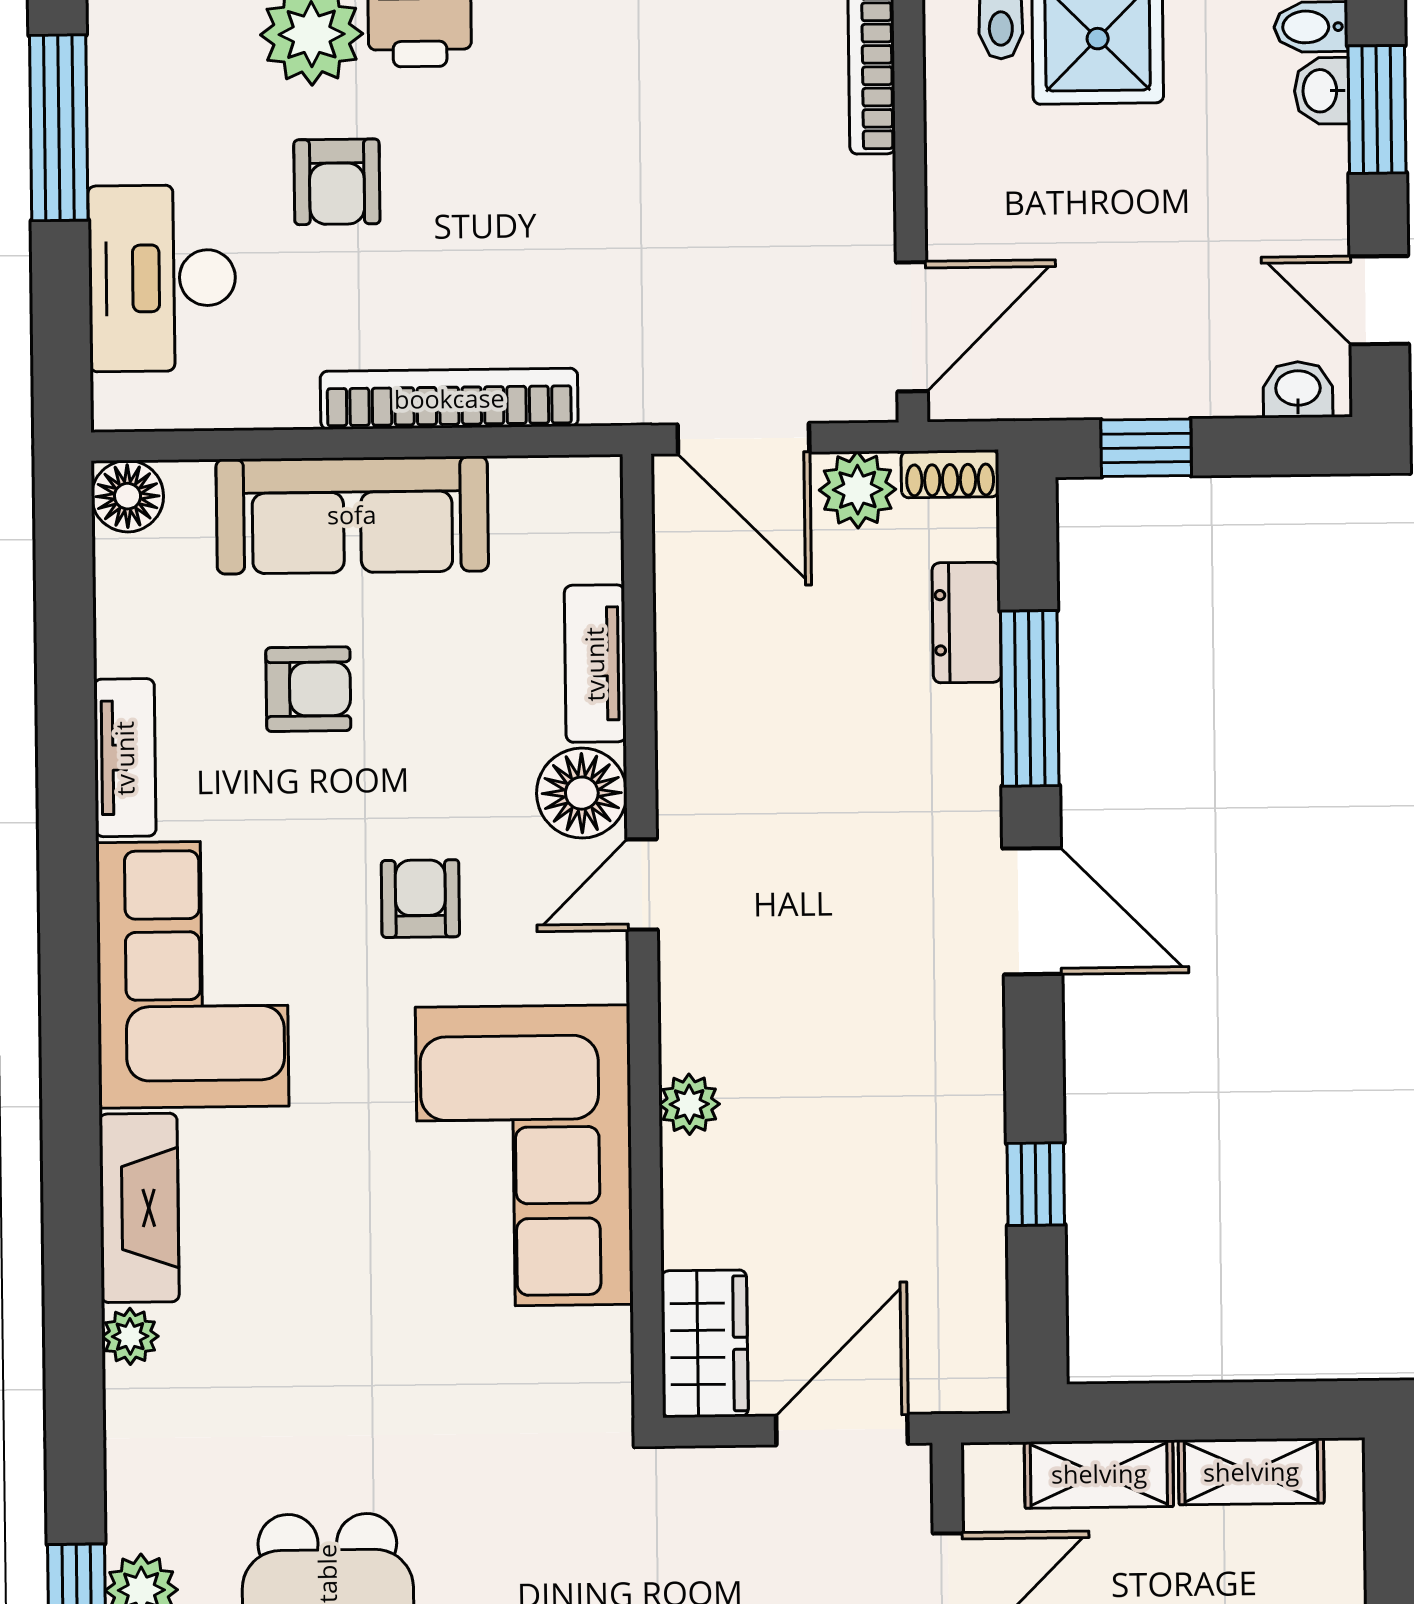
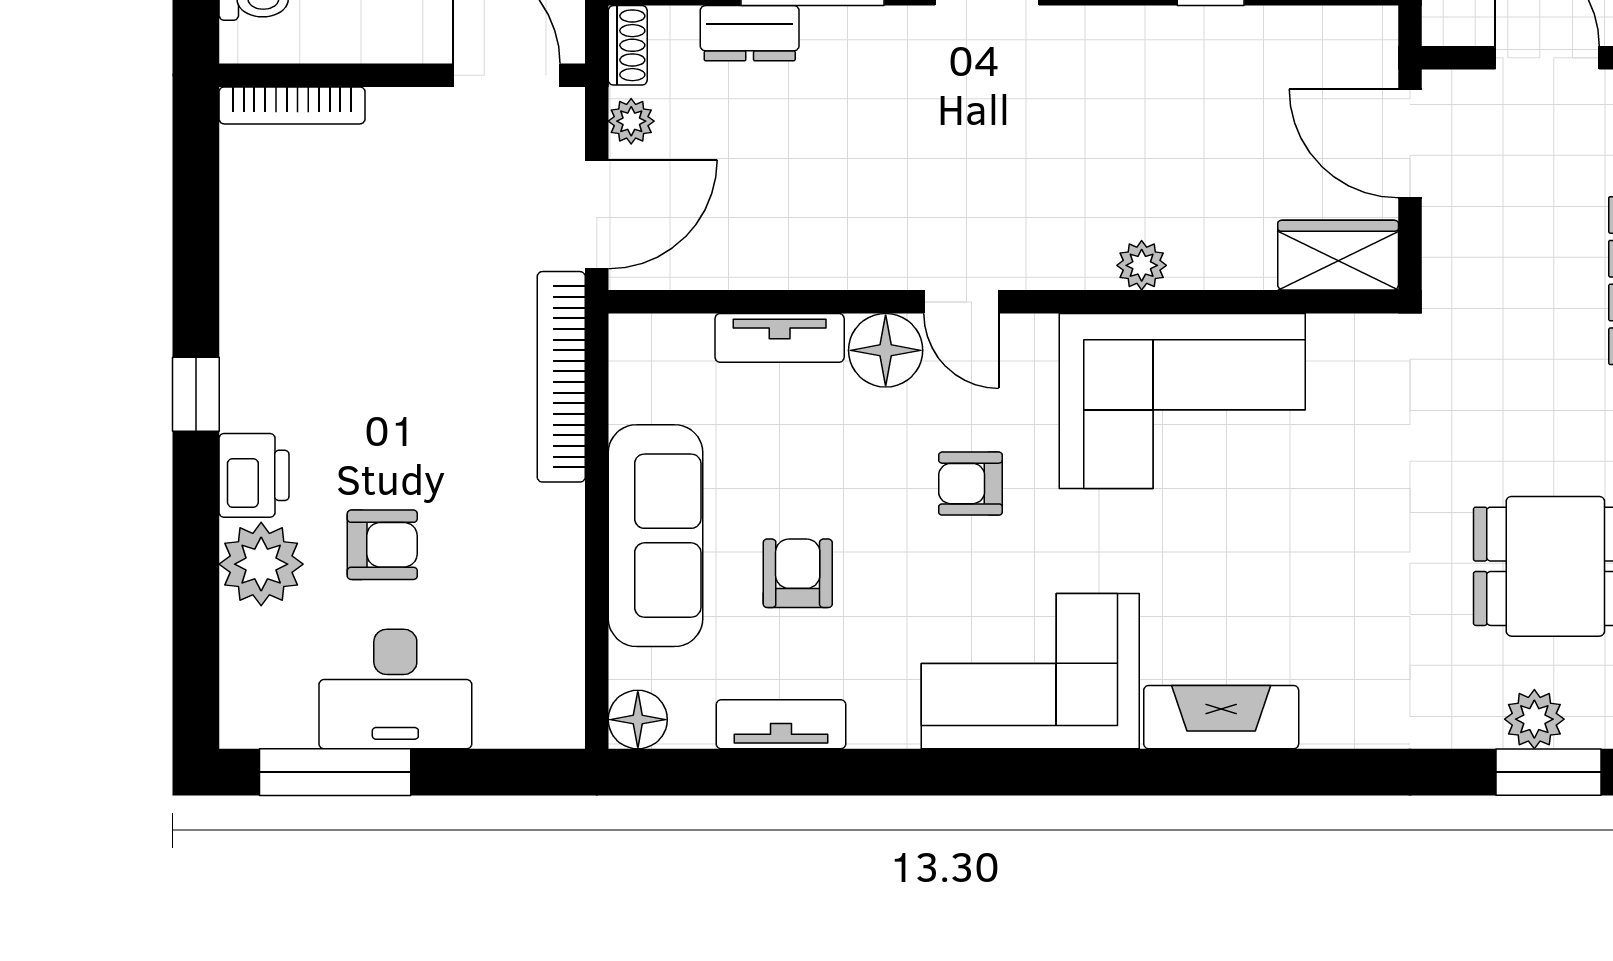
desk: (162, 278) -> (395, 689), moved
bookcase: (449, 399) -> (561, 377), moved
plant: (858, 490) -> (631, 121), width x0.73, depth x0.73
tv unit: (125, 758) -> (781, 724), moved
plant: (130, 1336) -> (1326, 726), removed

